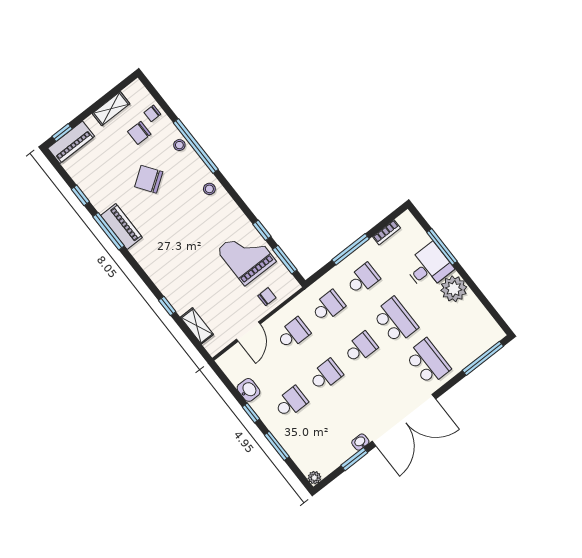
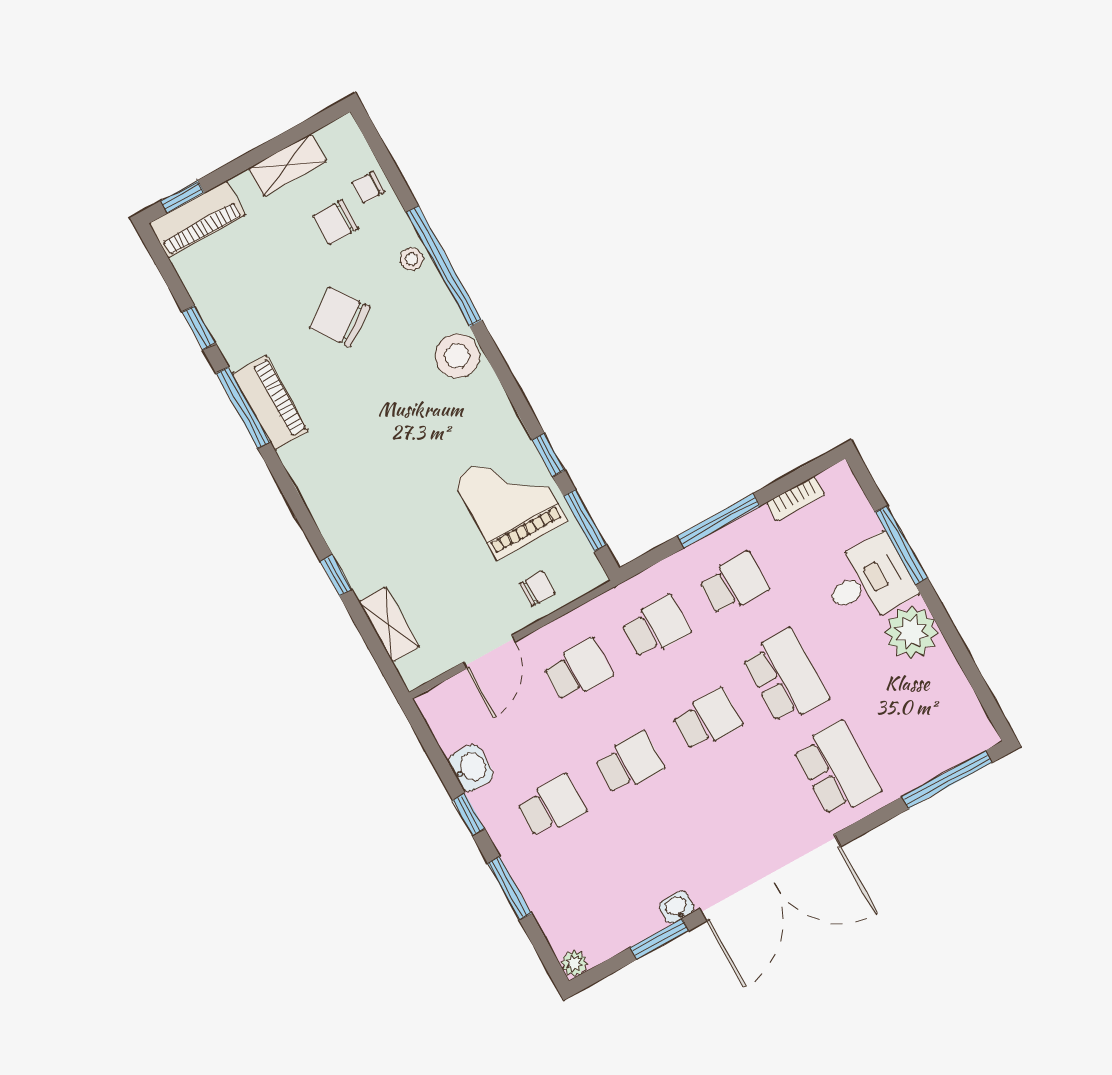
stool: (209, 189) -> (457, 356), width x1.89, depth x1.89

